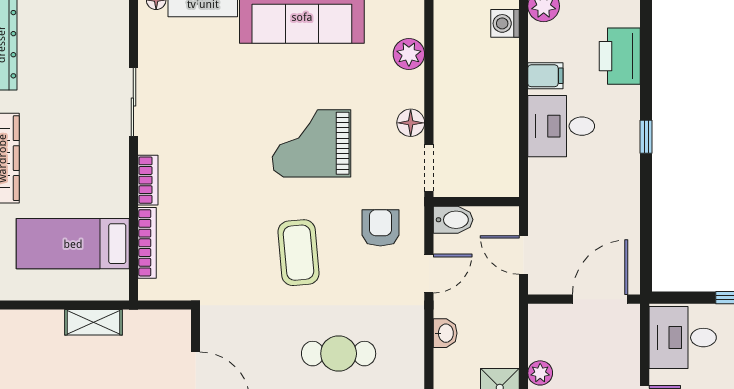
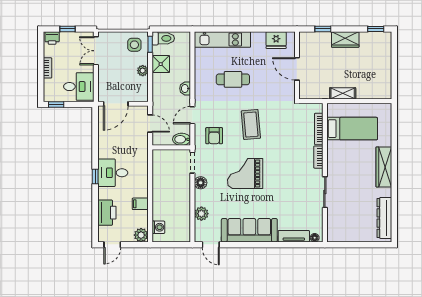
desk: (561, 126) -> (113, 173), moved, turned 180
grand piano: (311, 143) -> (245, 174), turned 180

